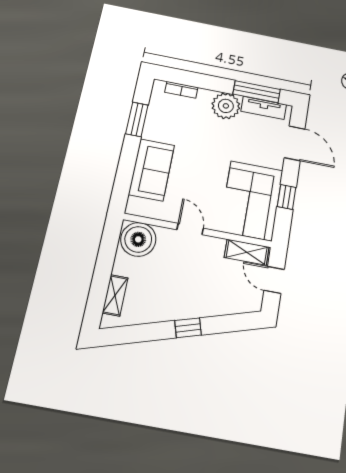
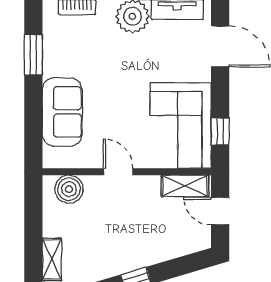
window: (287, 197) -> (220, 131), moved
boiler: (138, 239) -> (69, 189), width x0.73, depth x0.73

